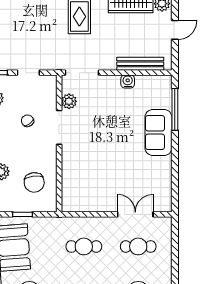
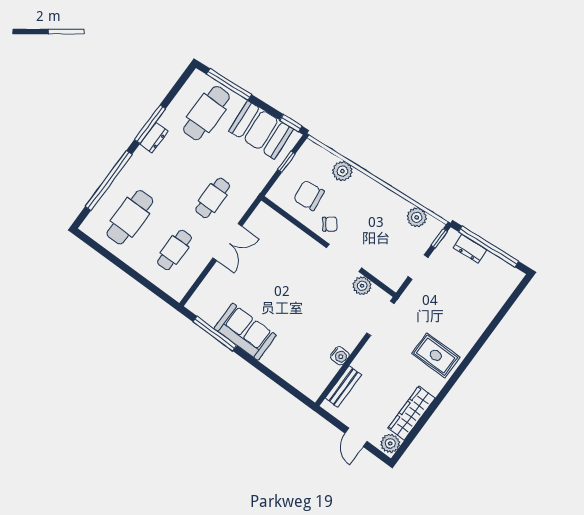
bench: (140, 64) -> (343, 386), width x0.73
window: (175, 109) -> (215, 334), moved
chair: (27, 121) -> (330, 224), moved
sofa: (158, 132) -> (245, 332), moved
double door: (135, 214) -> (227, 242), moved

